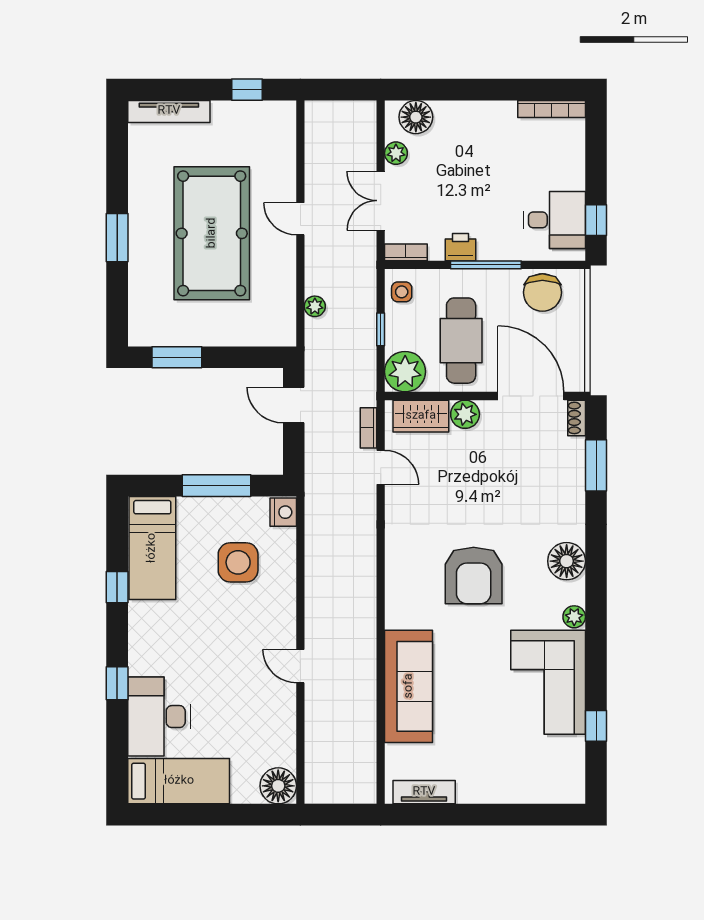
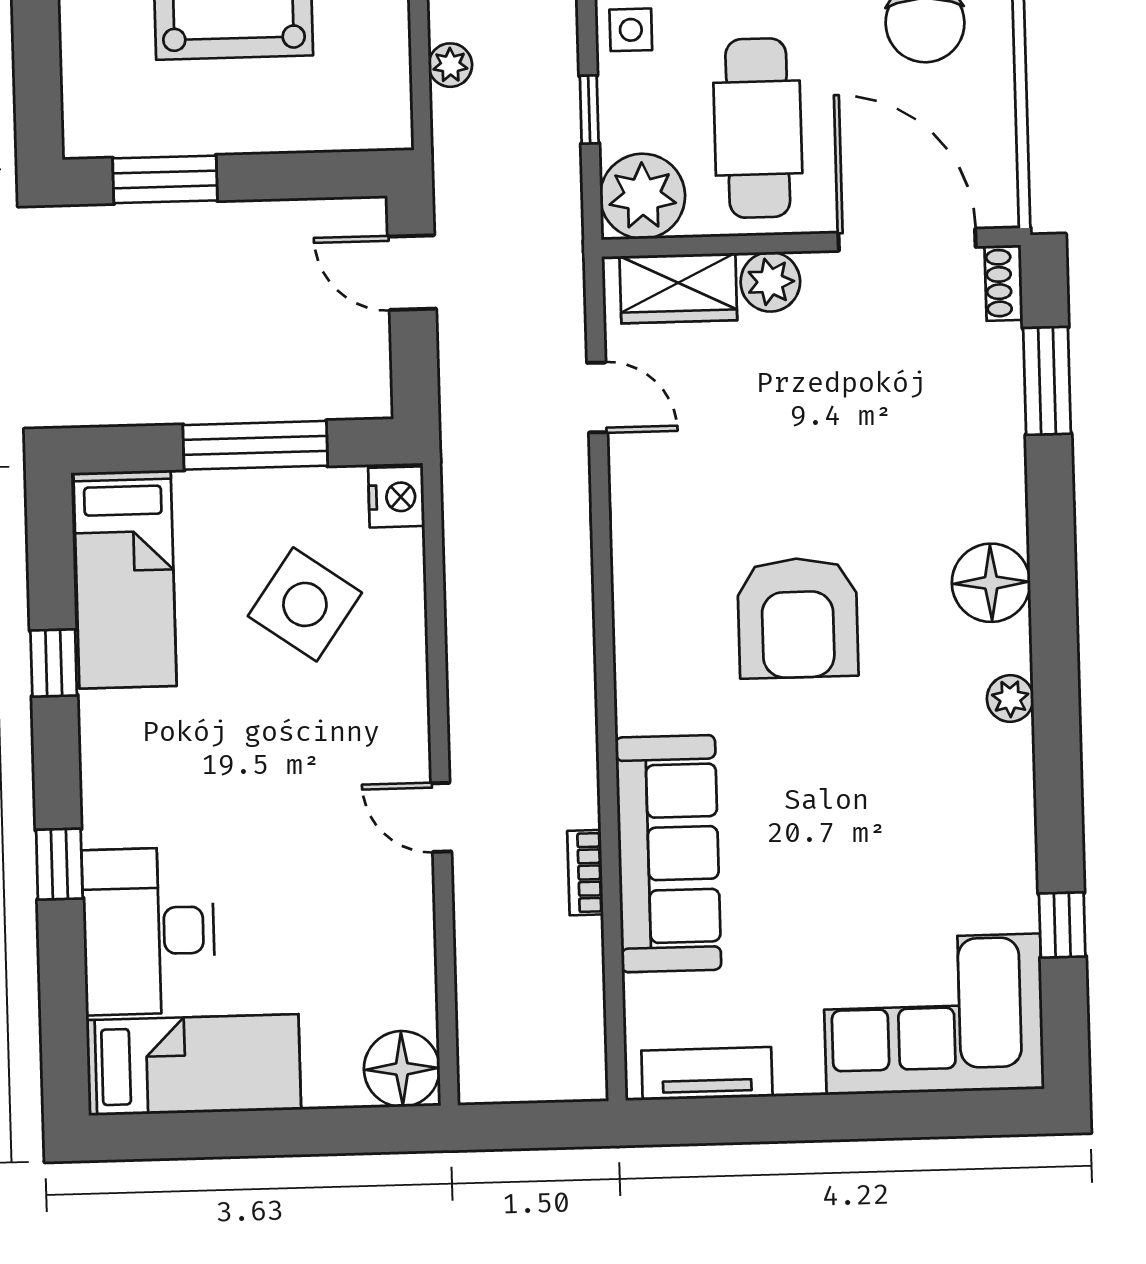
bookcase: (369, 428) -> (585, 873), moved
side table: (238, 562) -> (305, 604), turned 35
corner sofa: (548, 682) -> (933, 1014), moved, turned 90

